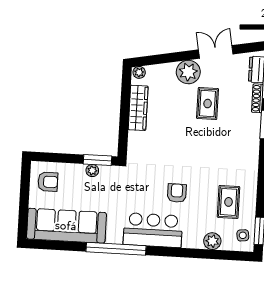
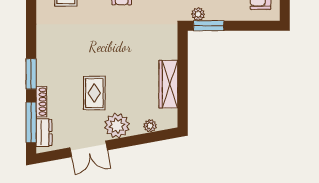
plant: (139, 72) -> (150, 126), moved
plant: (92, 171) -> (198, 14), moved

